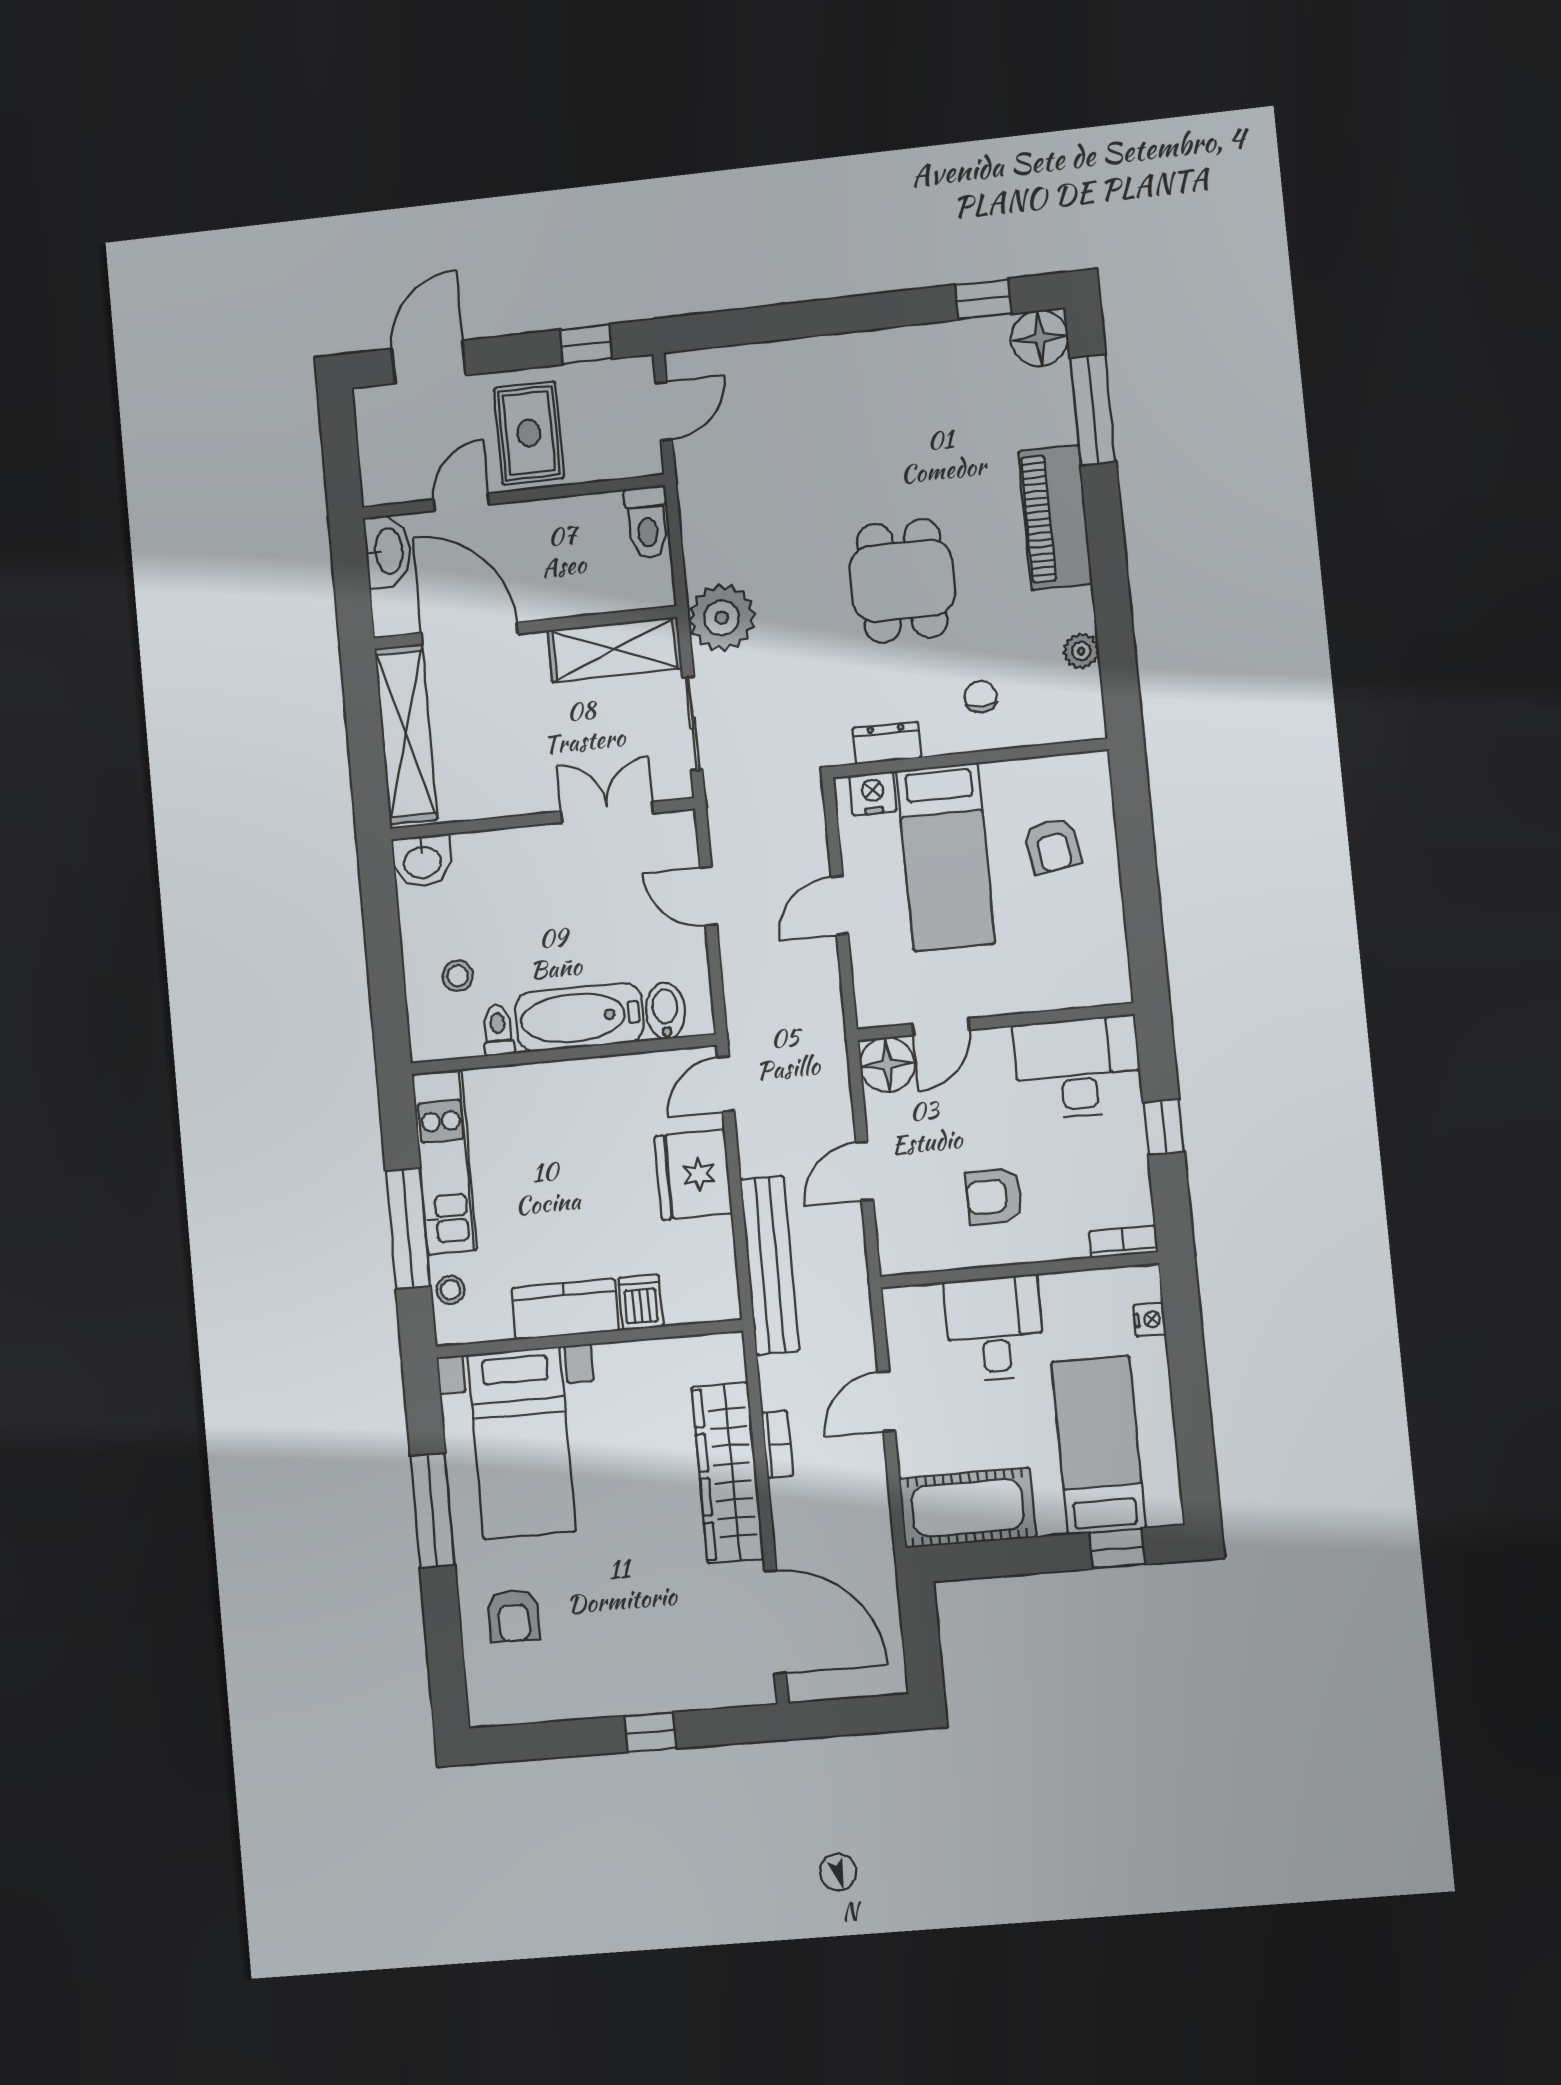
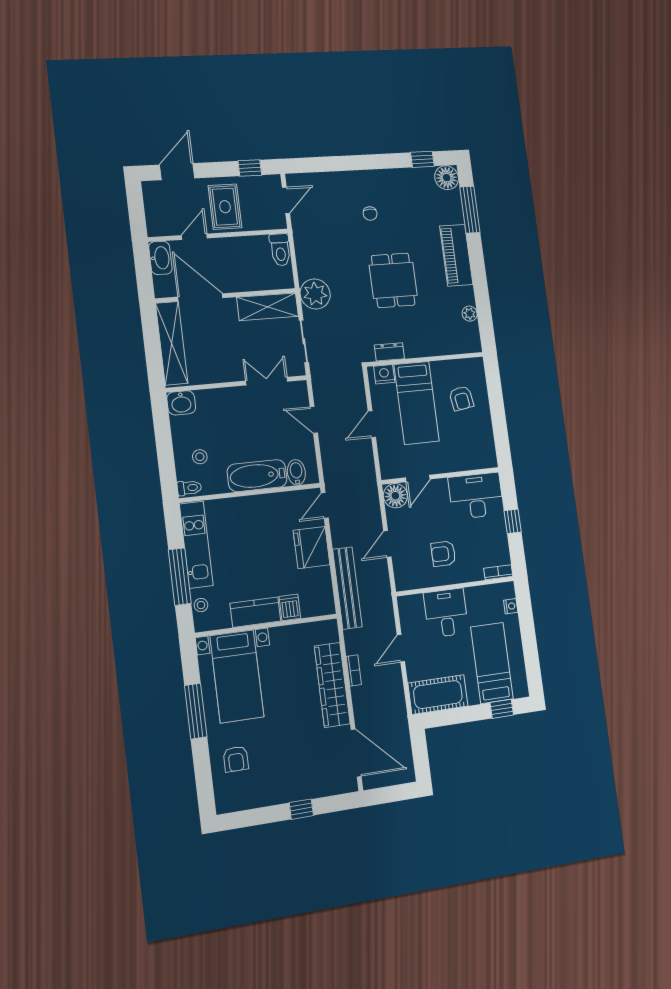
chair: (981, 697) -> (370, 214), moved, turned 180
toilet: (498, 1030) -> (189, 488), moved, turned 90

